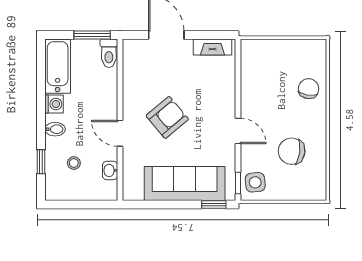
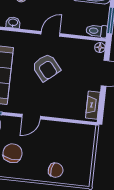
floor lamp: (131, 46) -> (100, 48), added
door: (120, 133) -> (50, 34), moved

